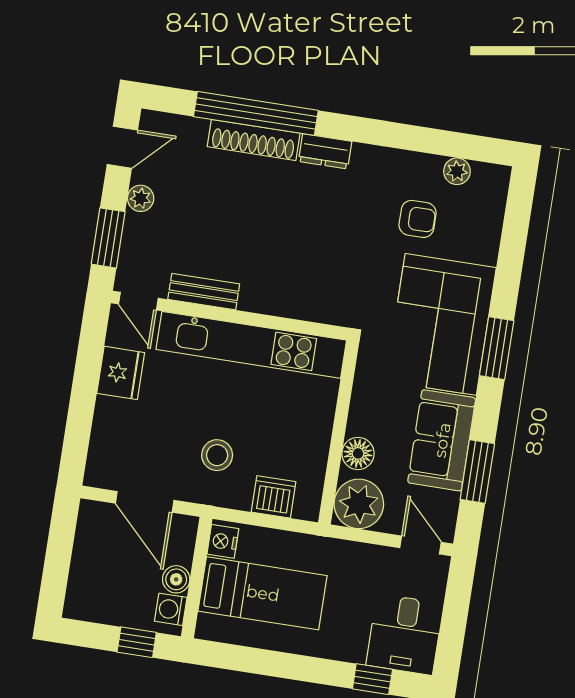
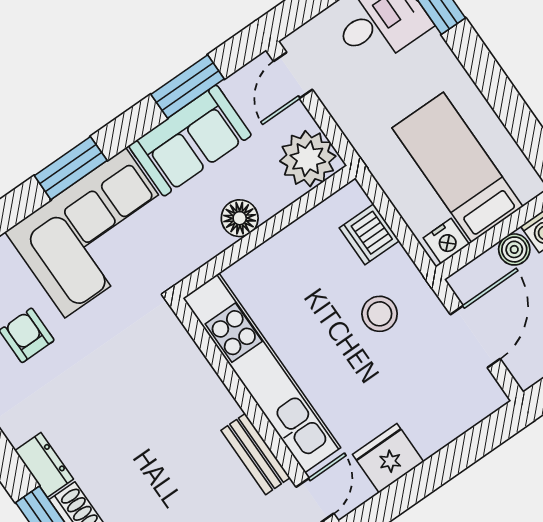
floor lamp: (358, 453) -> (240, 218), moved

